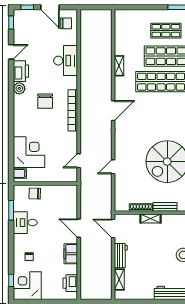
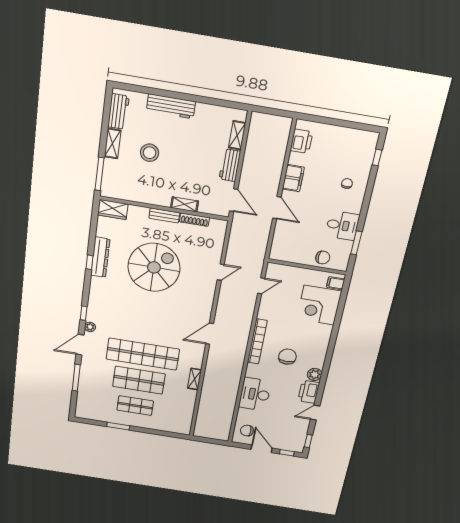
corner desk: (27, 286) -> (358, 147), removed

